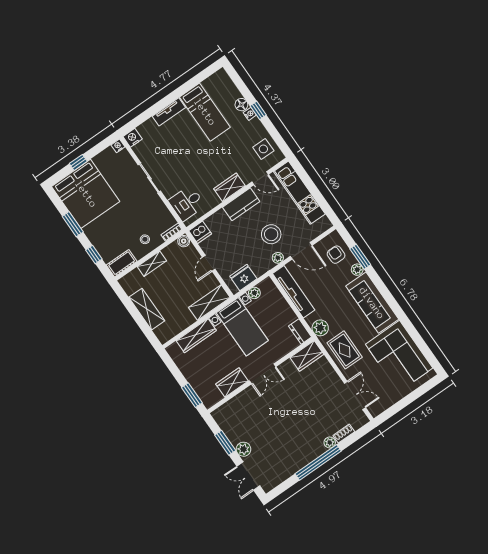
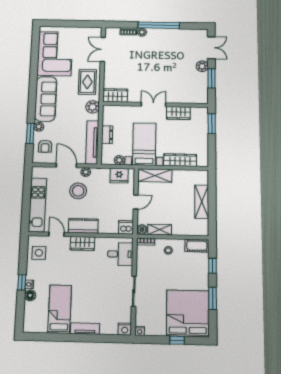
shelving: (152, 264) -> (160, 230), moved
dresser: (300, 331) -> (107, 135), moved

